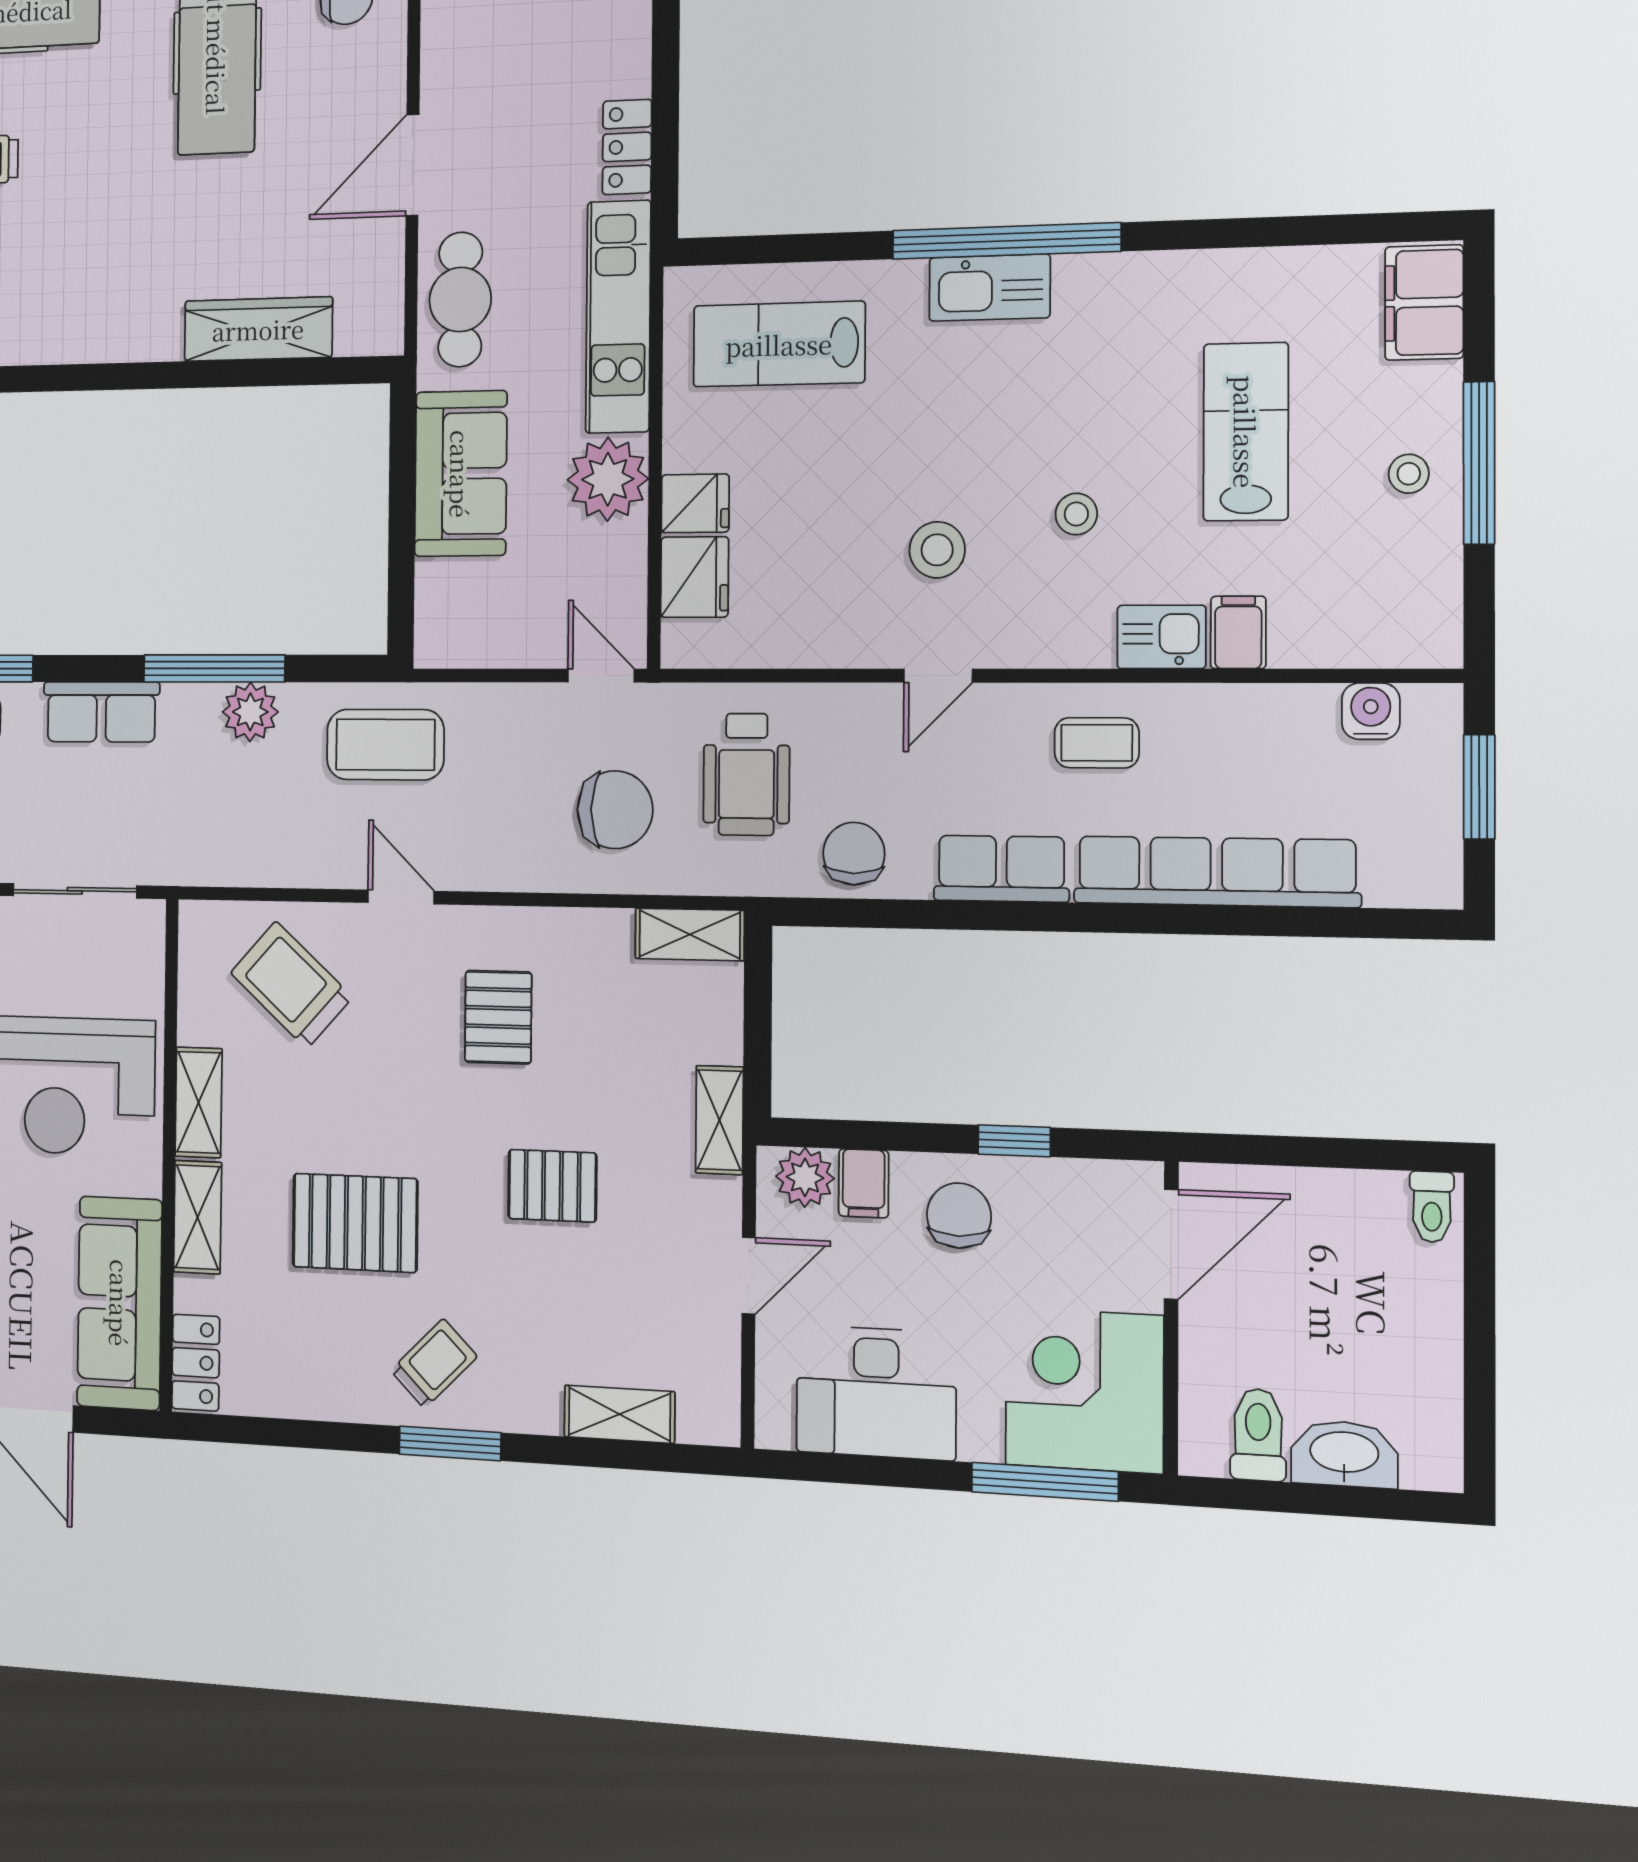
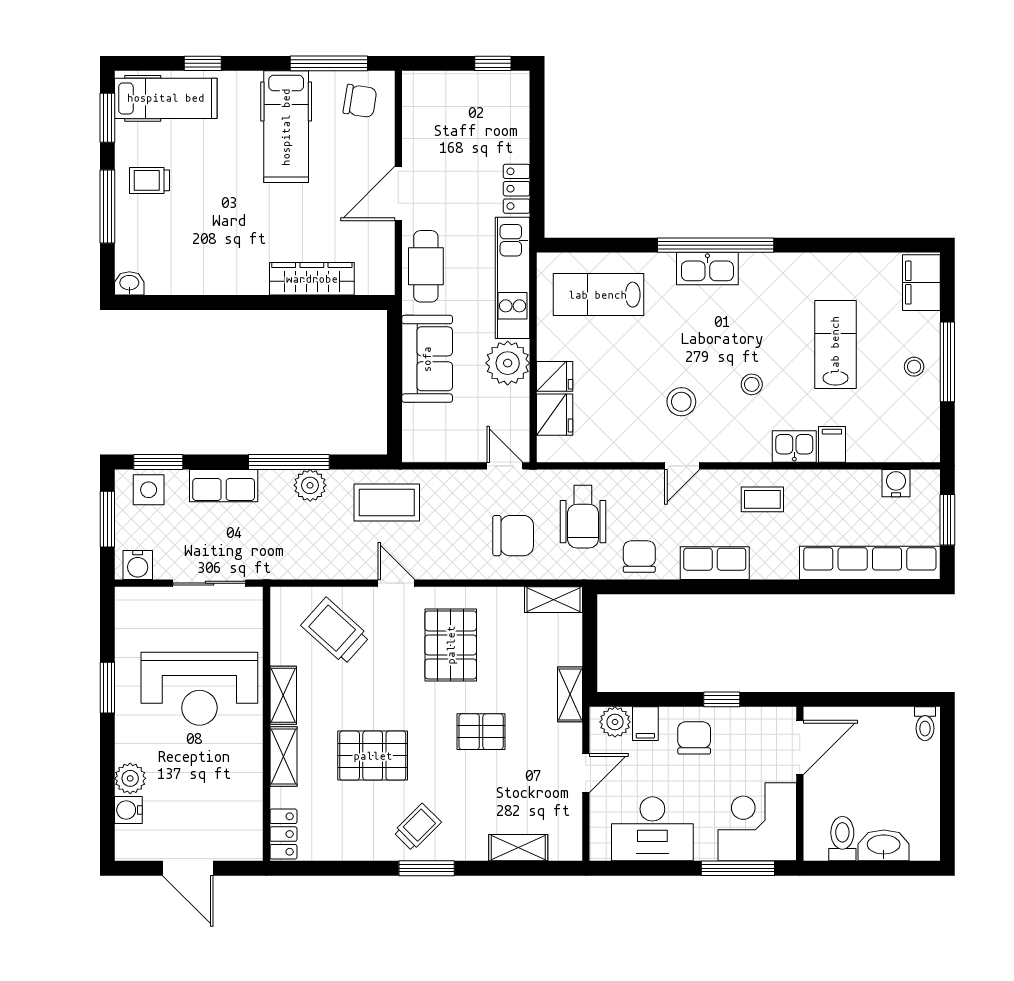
row of seats: (1216, 872) -> (870, 563), moved
pallet: (498, 1017) -> (451, 645), width x1.50, depth x1.42
sofa: (120, 1303) -> (239, 805), removed

